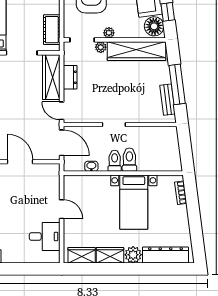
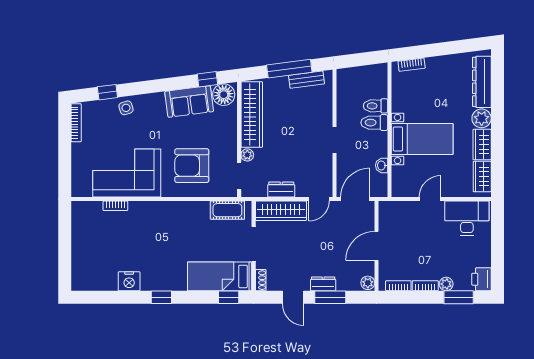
plant: (109, 33) -> (231, 146), removed
toilet: (115, 161) -> (375, 106), moved
bed with nightstands: (134, 202) -> (422, 139), moved
desk: (45, 236) -> (467, 218), width x1.37

